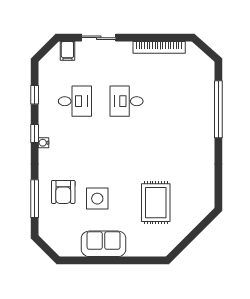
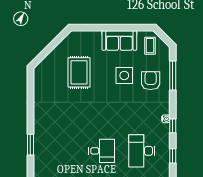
desk: (75, 101) -> (142, 151), width x1.37
window: (218, 109) -> (30, 145), width x0.47
coffee table: (64, 237) -> (150, 46), added

